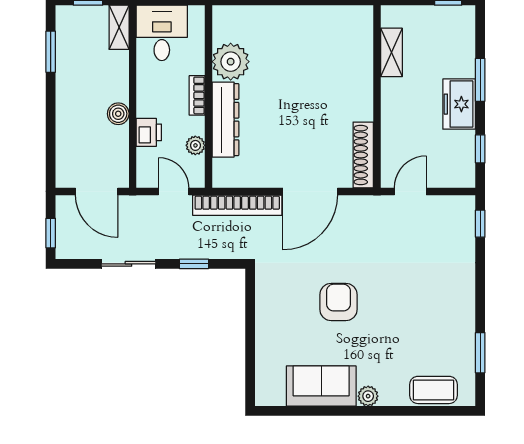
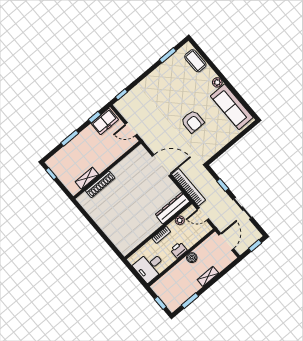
shelving: (119, 27) -> (208, 276), moved
plant: (231, 62) -> (139, 233), removed
freezer: (459, 104) -> (105, 122), moved
dresser: (225, 120) -> (172, 208), moved
printer: (149, 132) -> (179, 250), moved
shoe rack: (363, 155) -> (100, 184), moved
door: (174, 191) -> (203, 214), hinge flipped
armchair: (338, 302) -> (193, 122), turned -90
sofa: (321, 386) -> (232, 107), width x1.36

